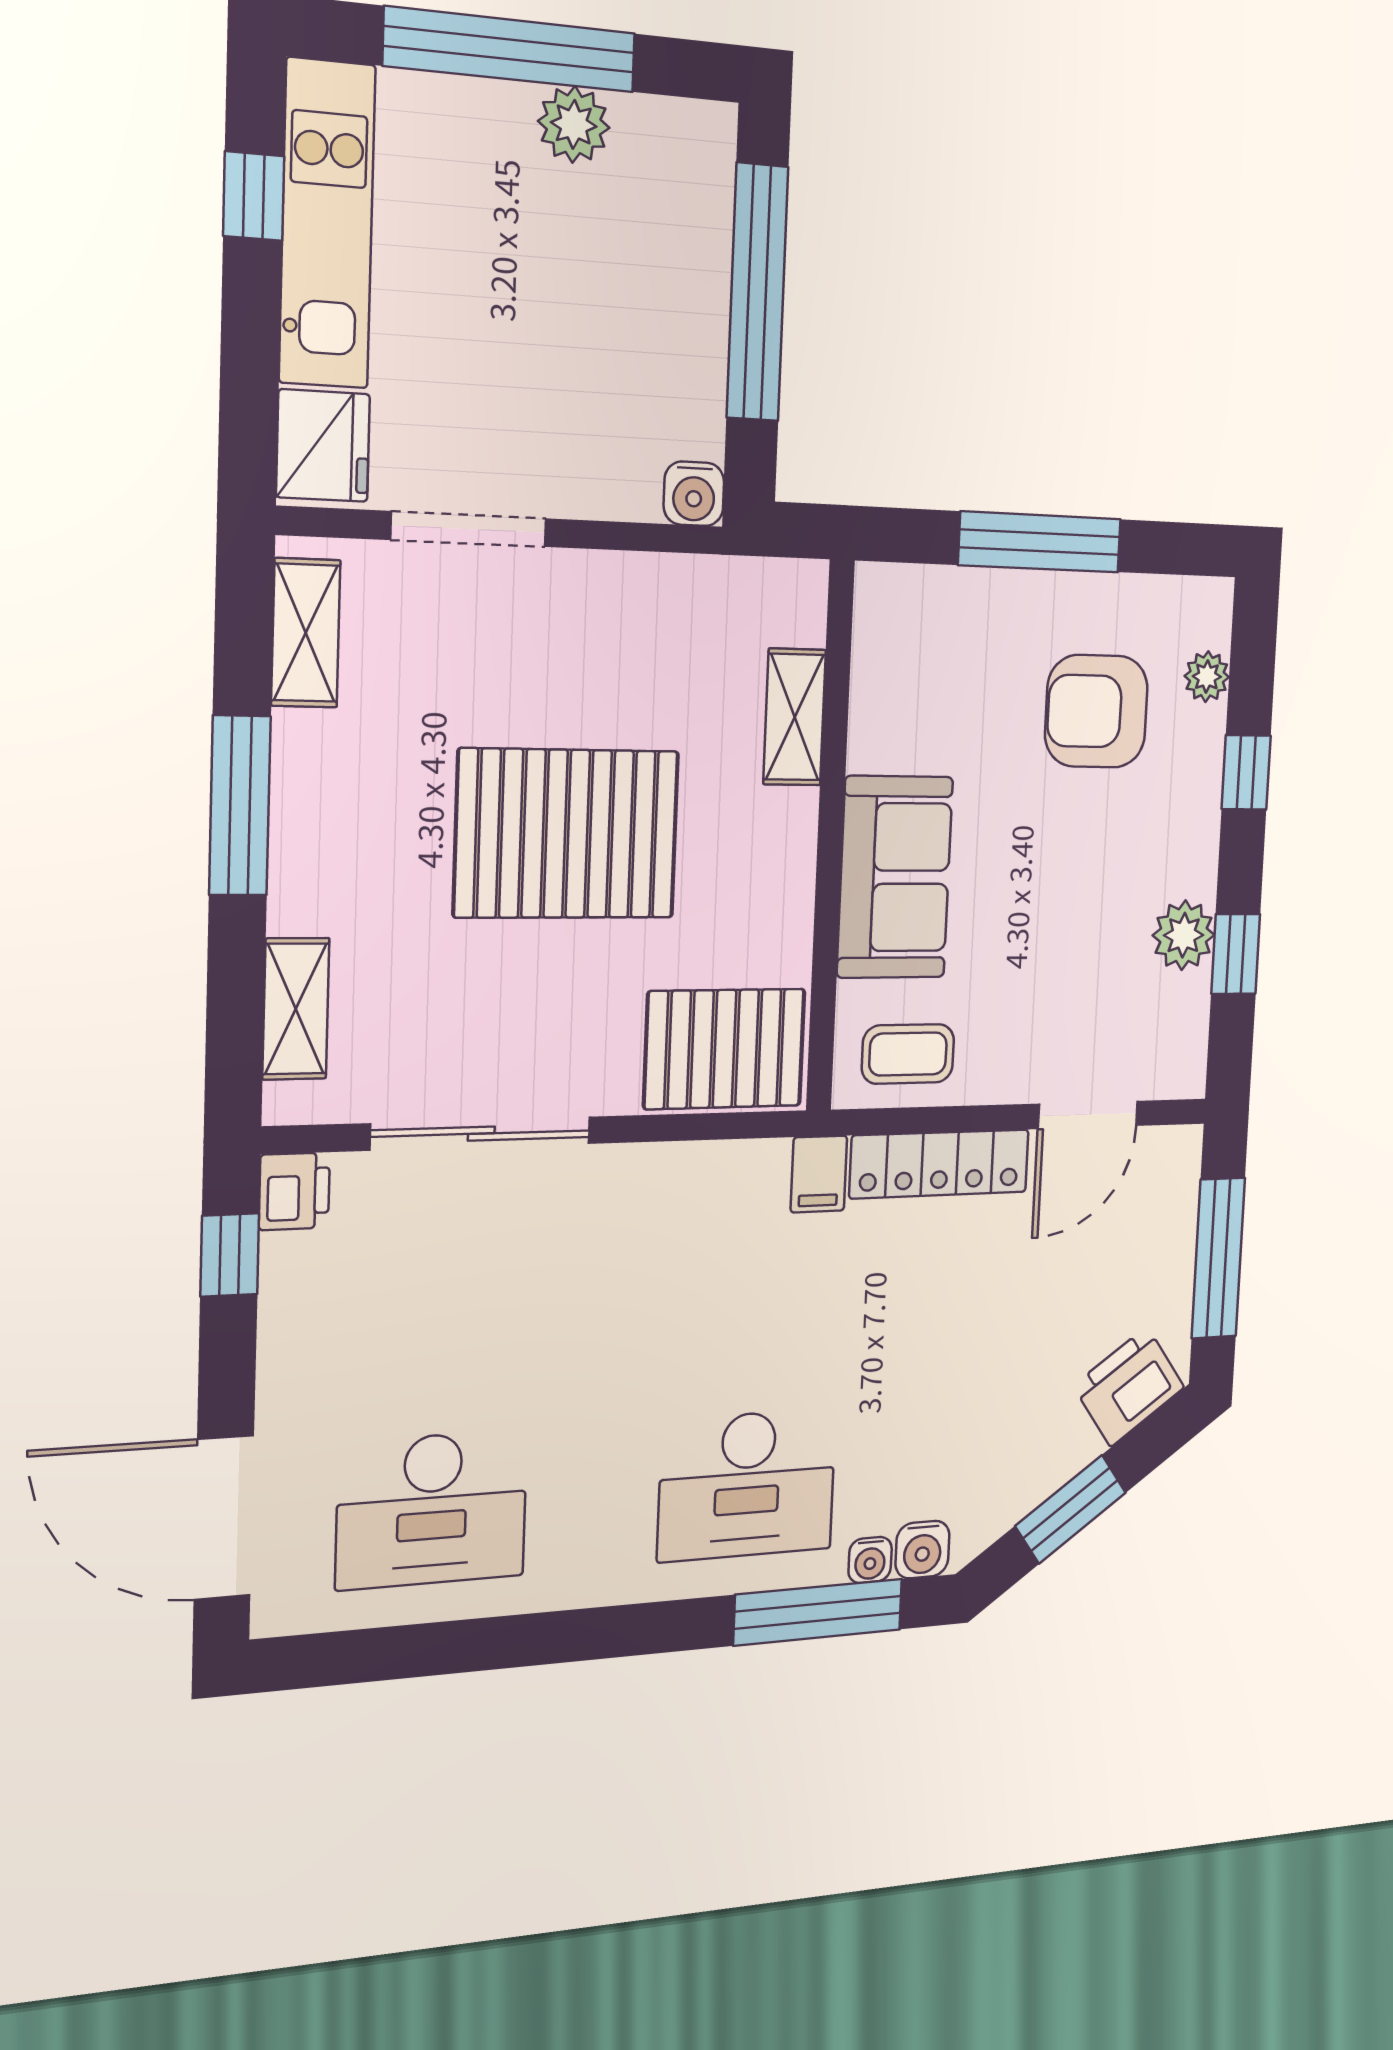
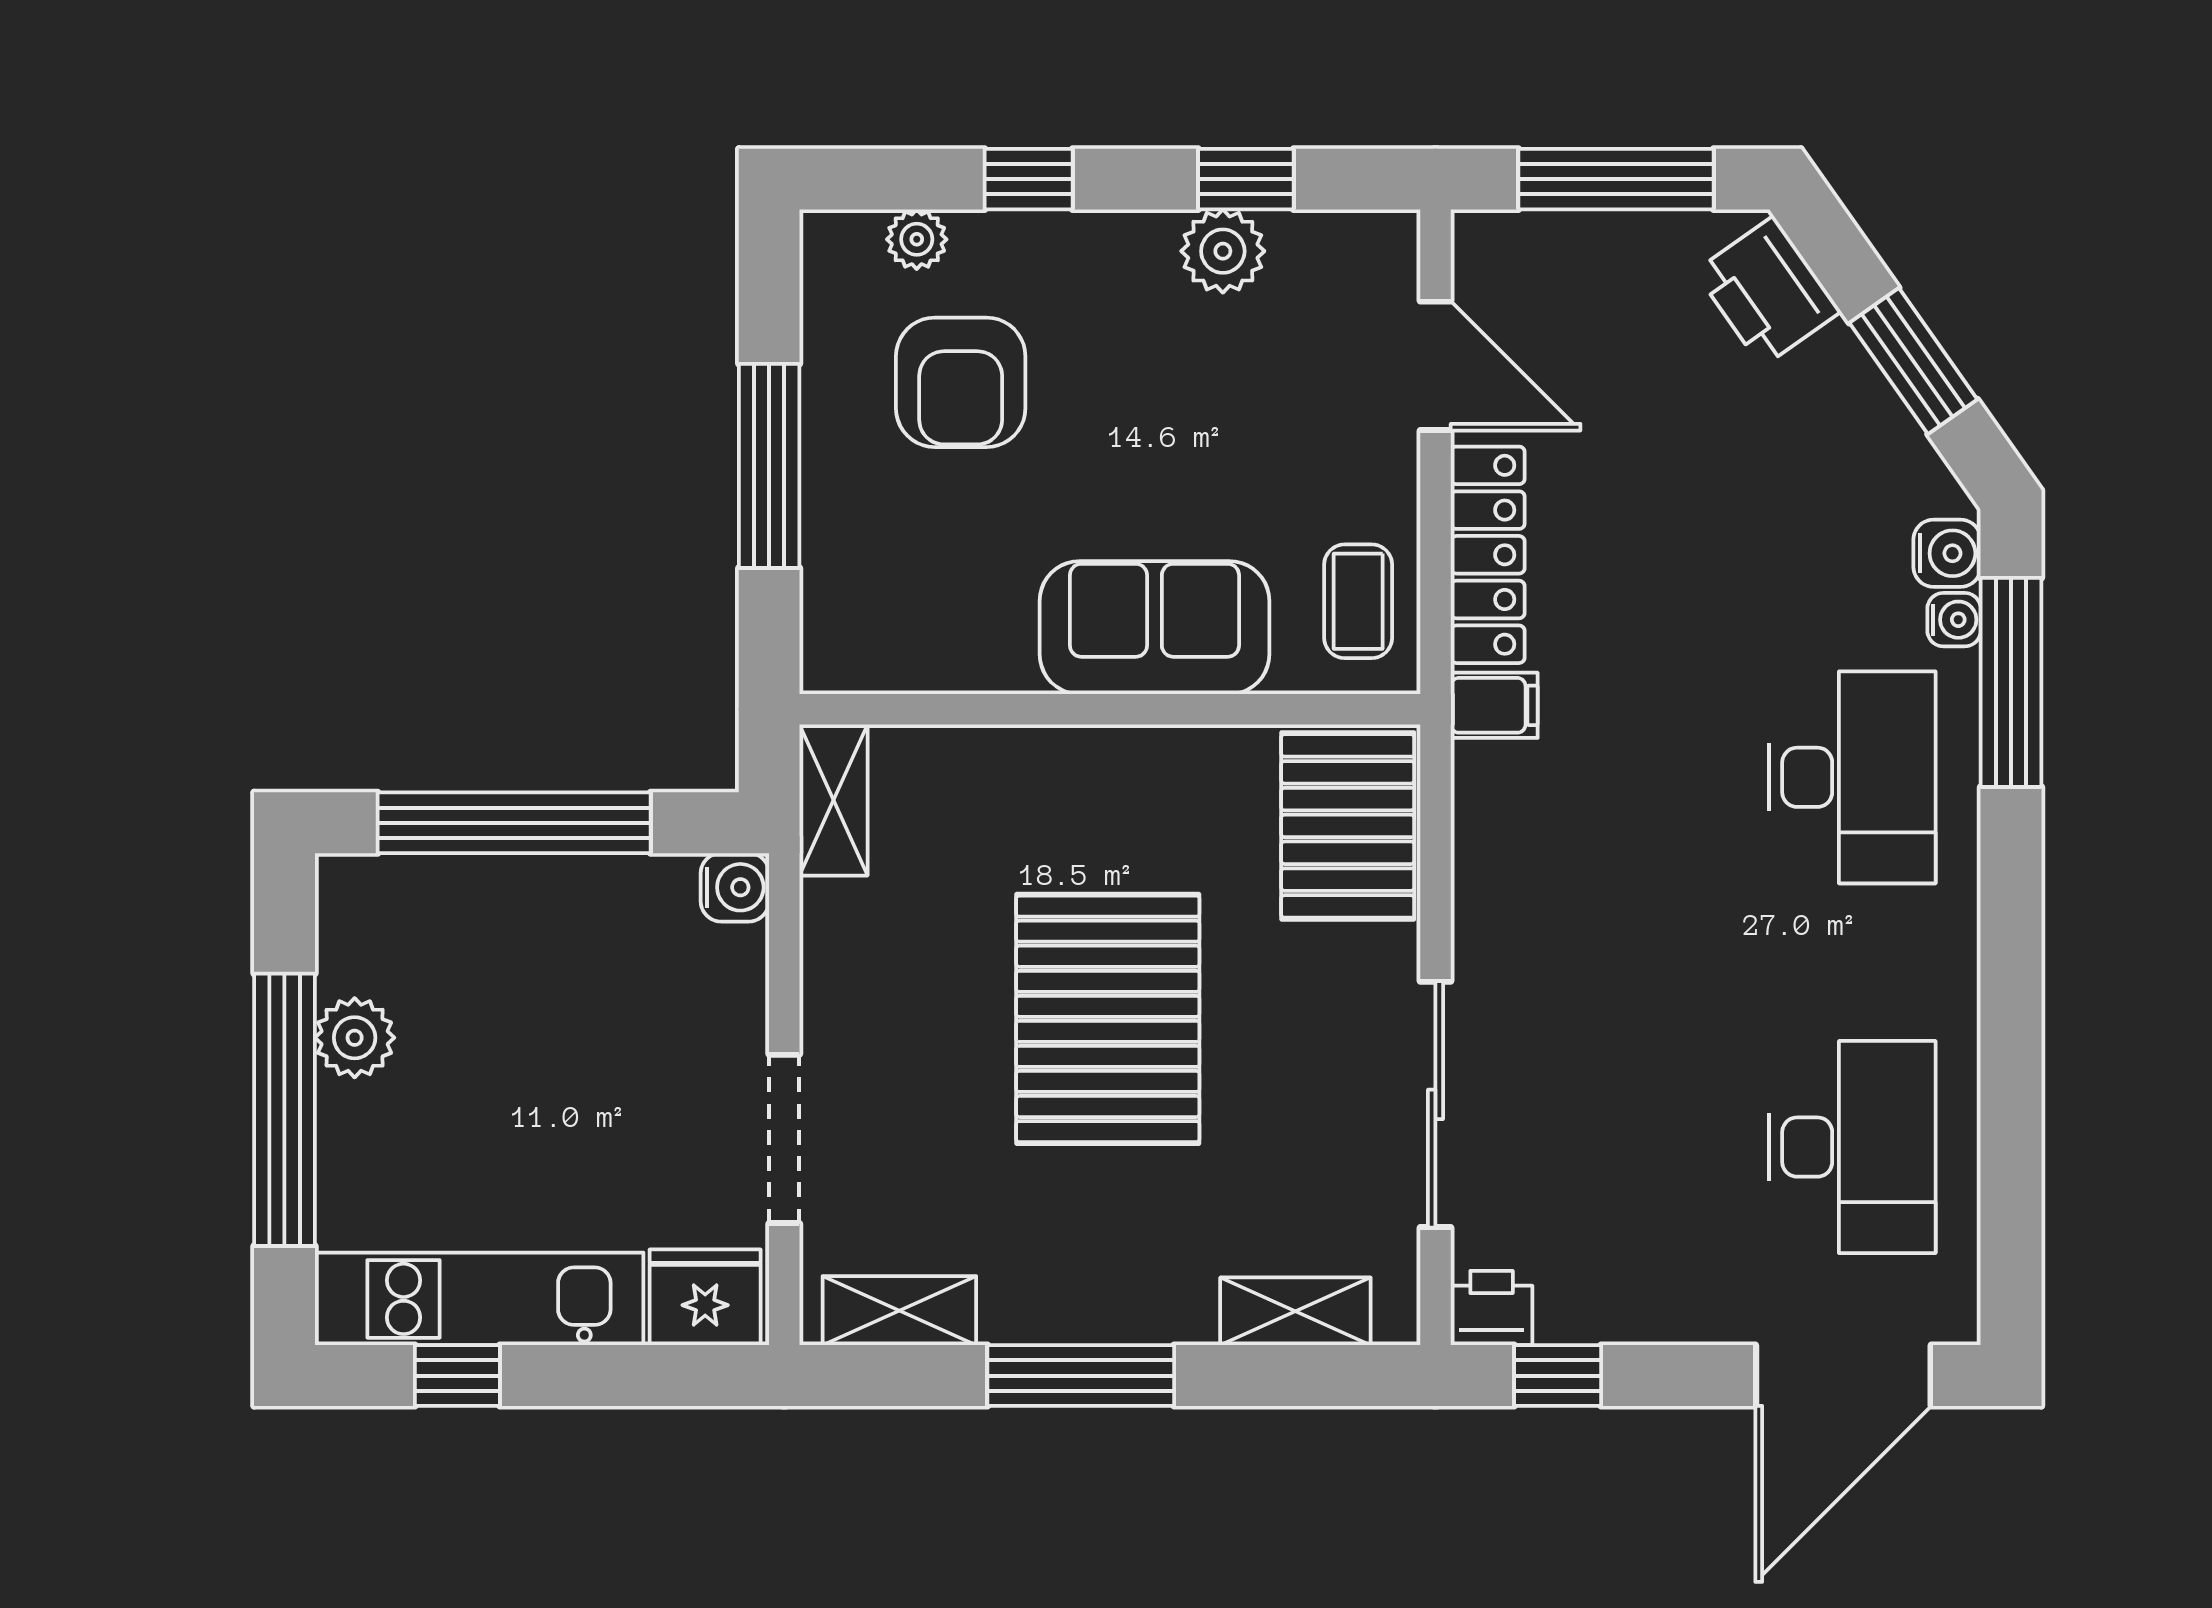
shelving: (795, 717) -> (833, 800), moved, turned 90

